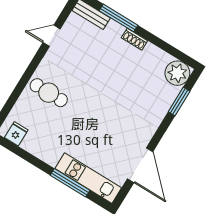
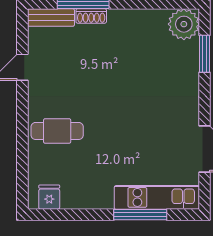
shoe rack: (134, 39) -> (91, 16), moved

